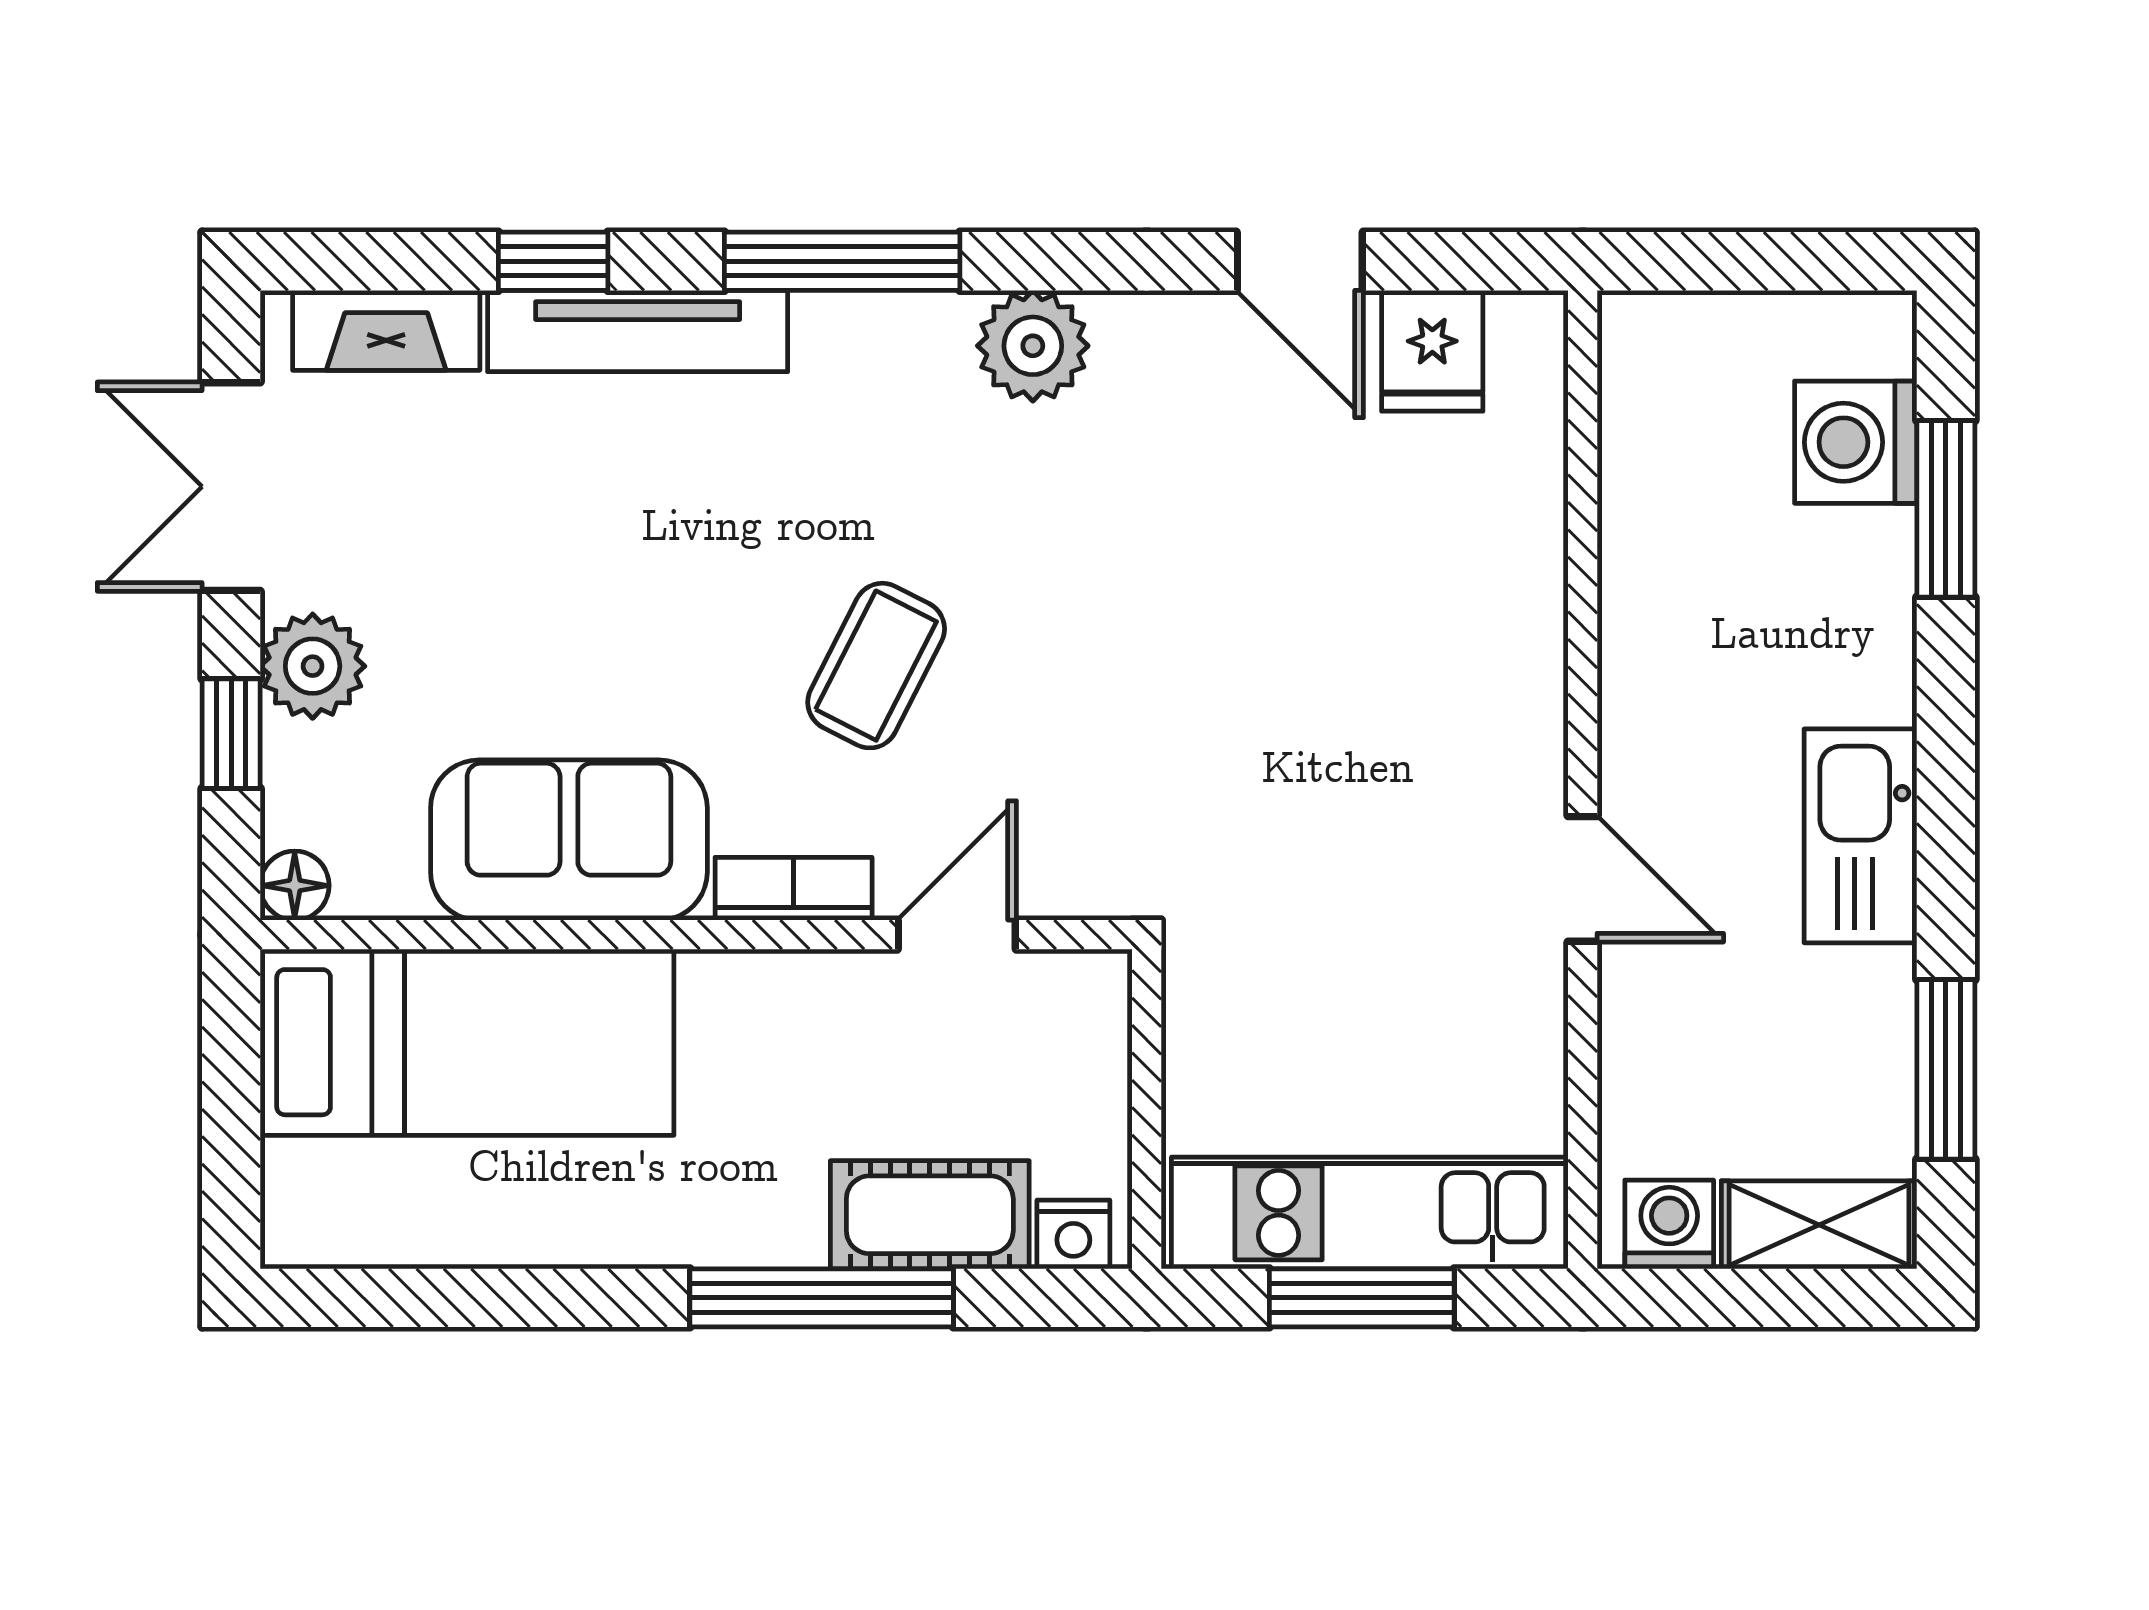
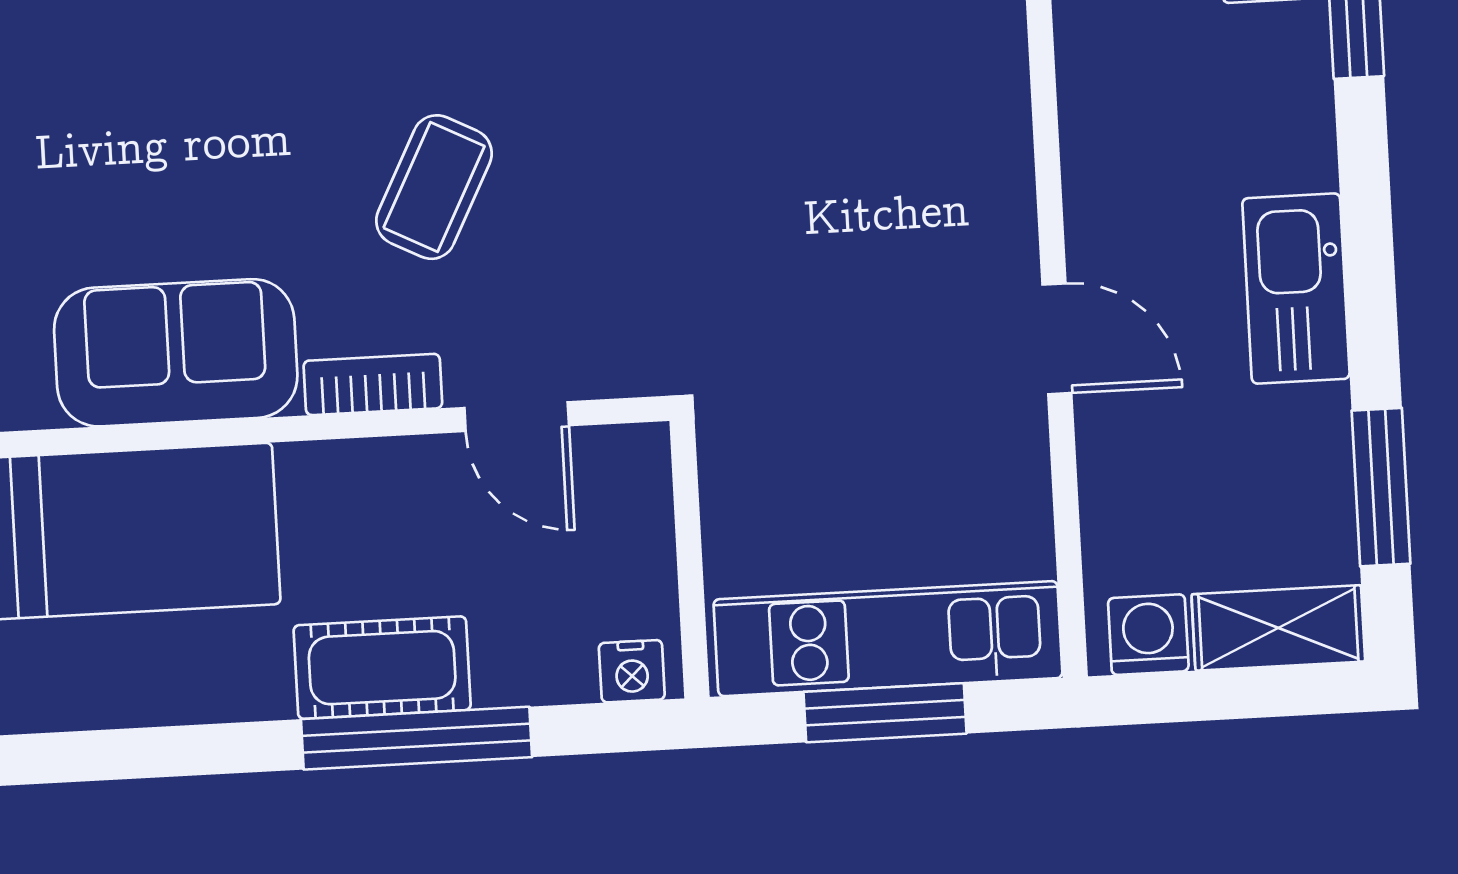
door: (957, 935) -> (517, 417), swing flipped
cot: (930, 1215) -> (382, 668), moved

